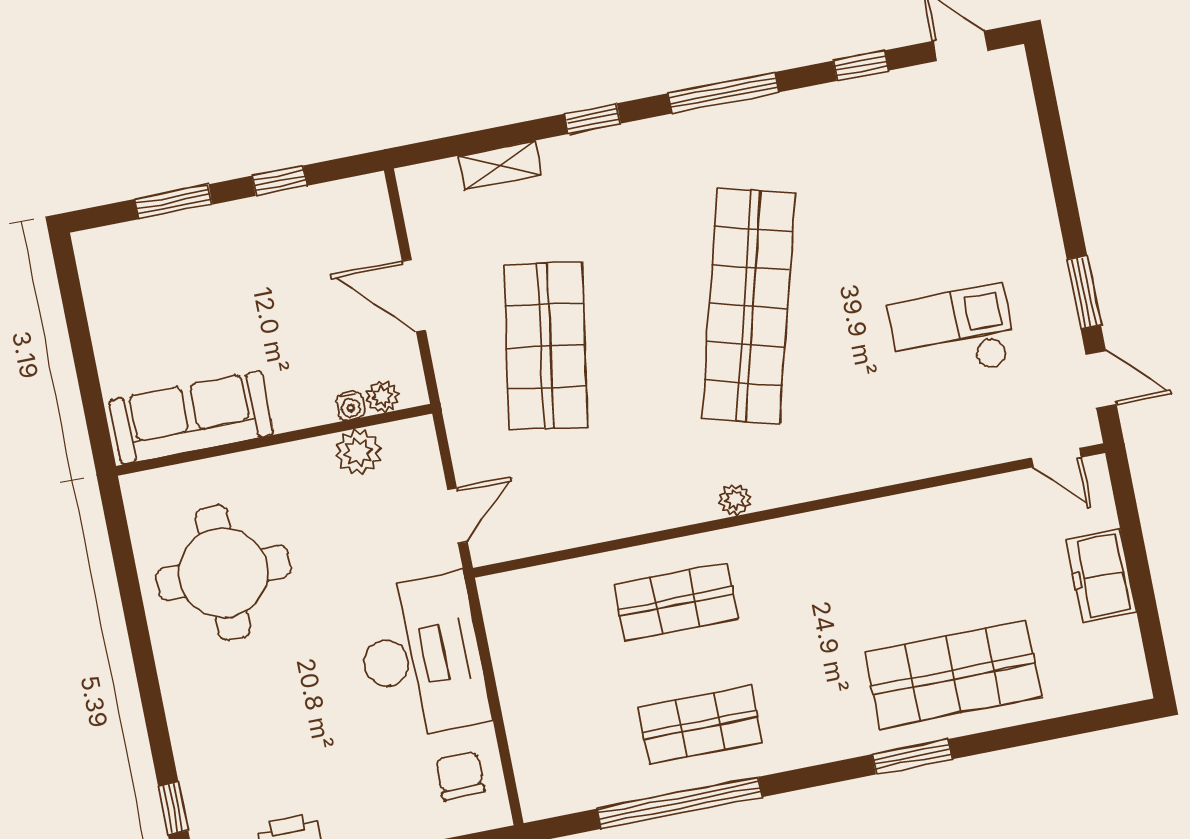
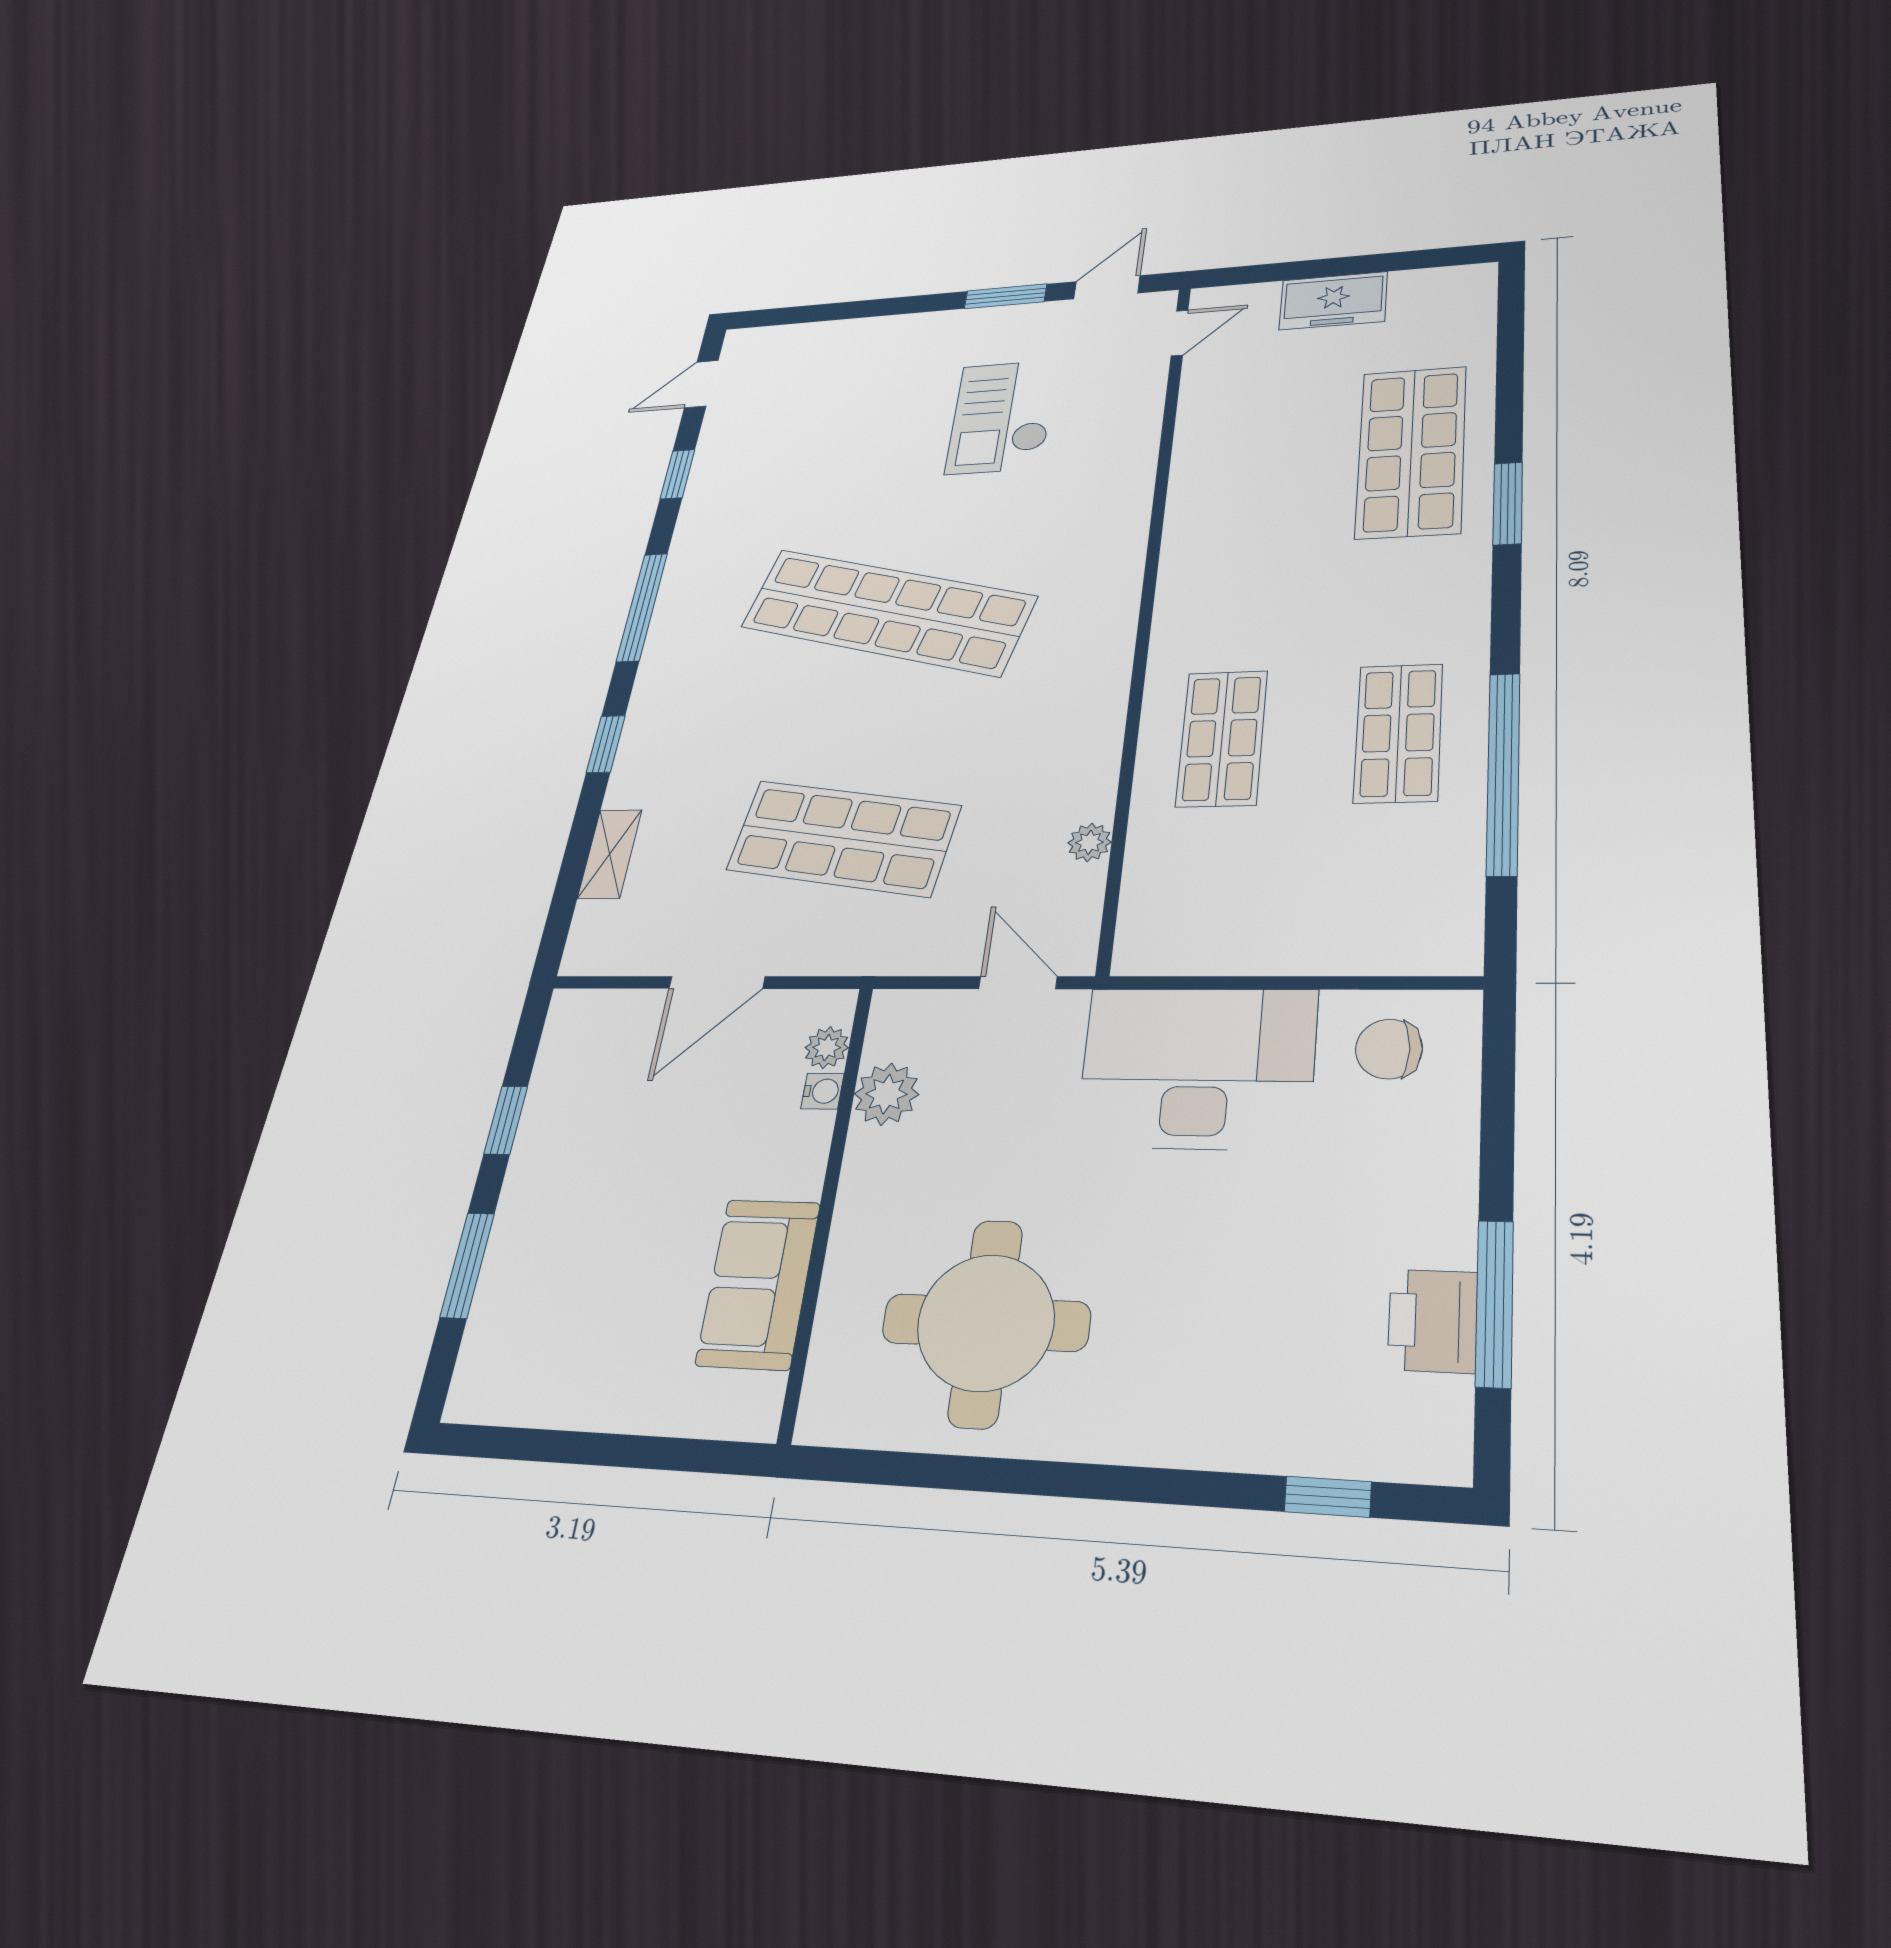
sofa: (191, 418) -> (758, 1283), width x0.73
plant: (735, 500) -> (1090, 842), moved

